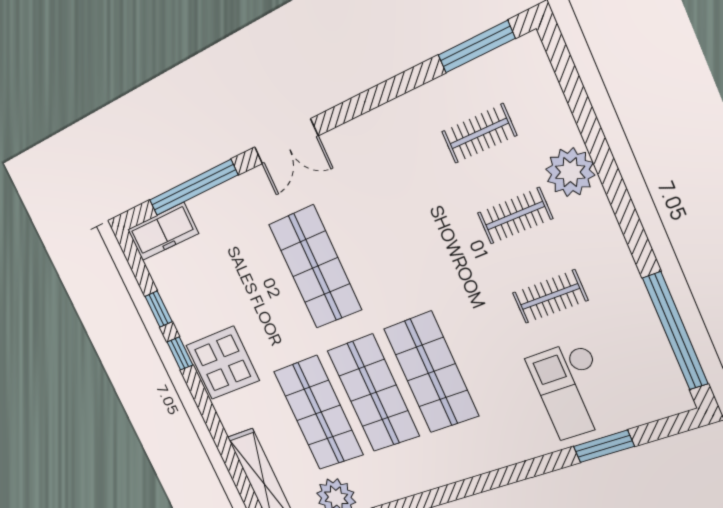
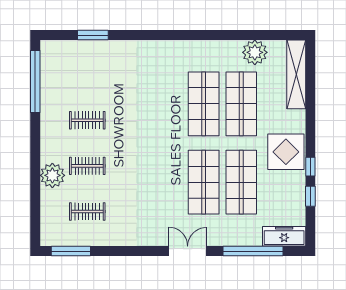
shop shelf: (431, 372) -> (241, 182), moved
checkout: (572, 390) -> (96, 69), removed

